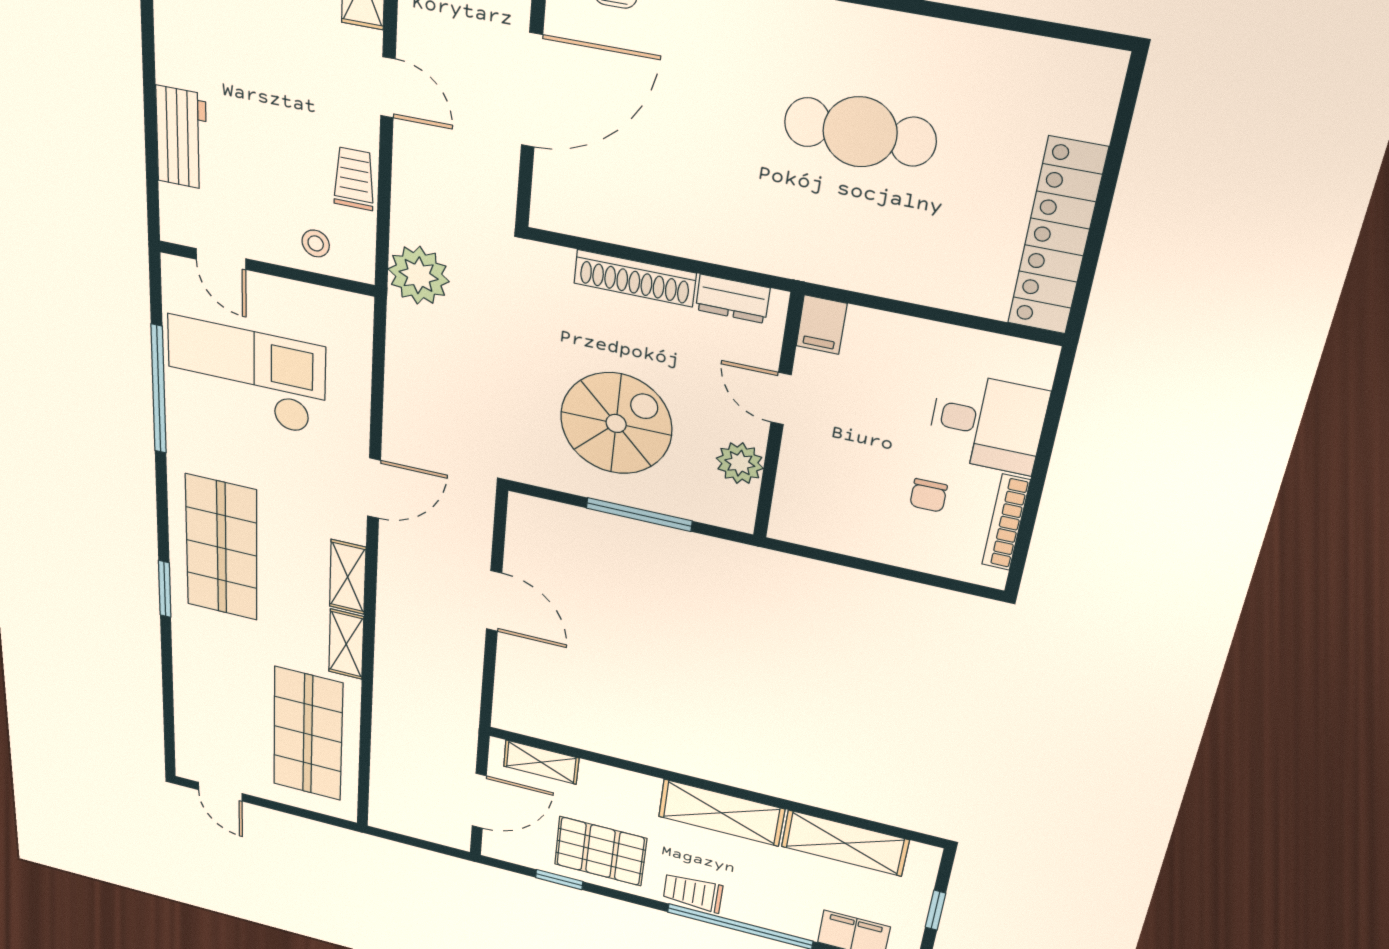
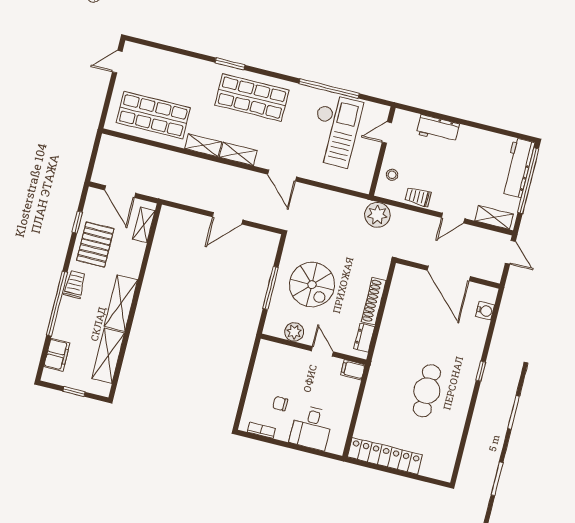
trolley: (354, 179) -> (418, 197), turned 180
door: (781, 399) -> (322, 351), hinge flipped
bookcase: (1006, 522) -> (261, 430), width x0.64

